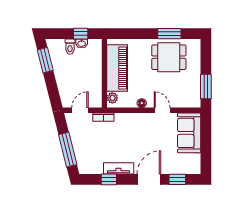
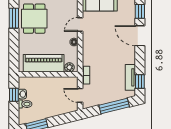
tv unit: (119, 168) -> (130, 77), moved
window: (109, 179) -> (140, 81), moved

